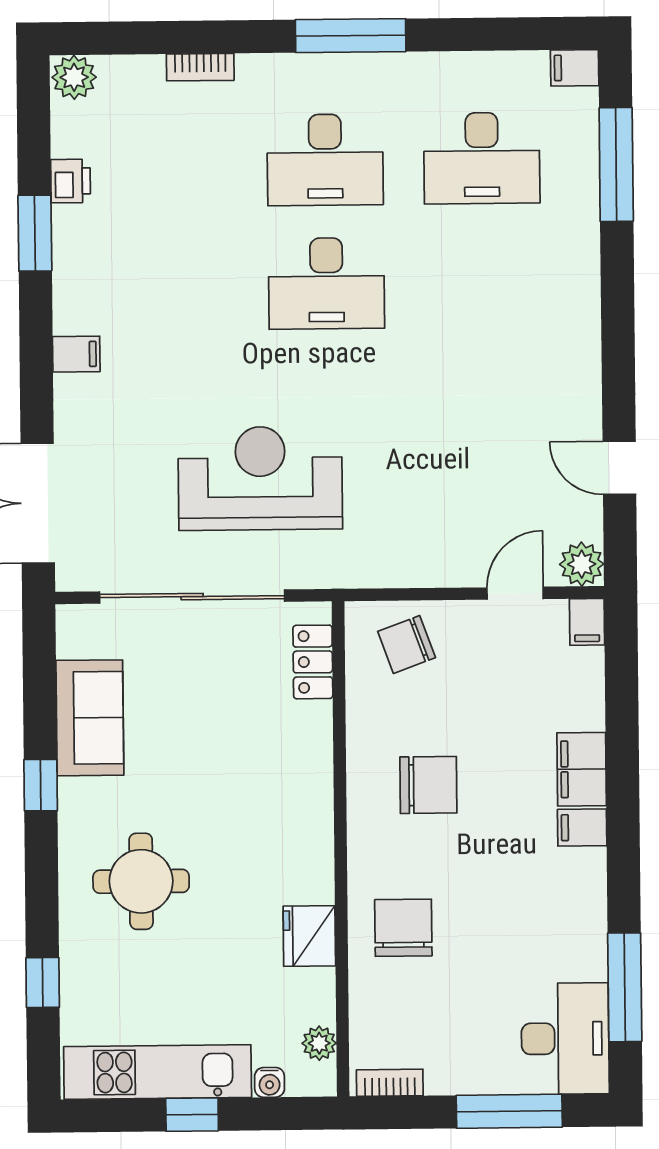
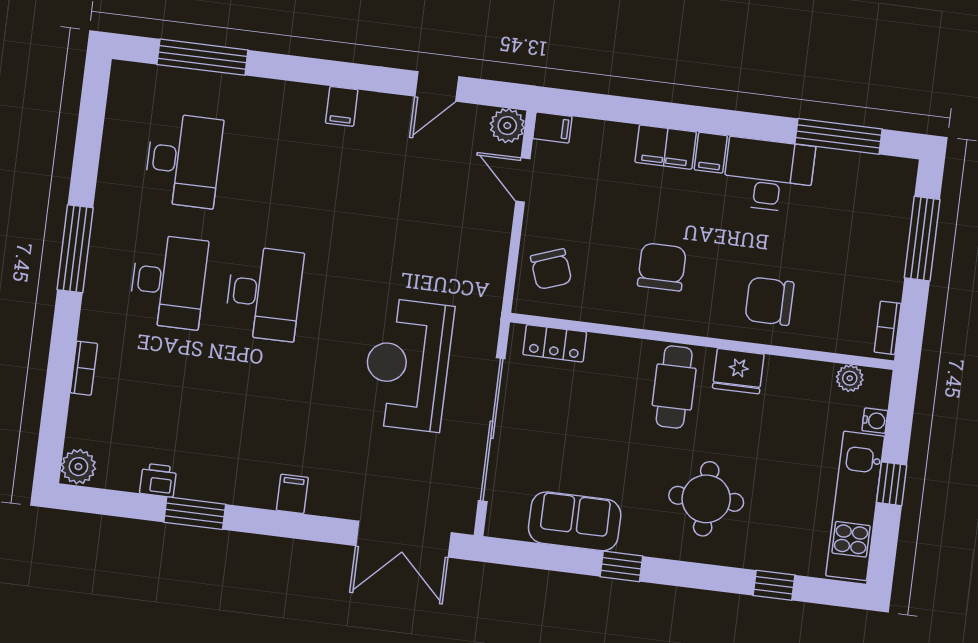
filing cabinet: (575, 68) -> (342, 106), moved
cafe table: (278, 821) -> (674, 387), added
fridge: (309, 936) -> (738, 371), moved
desk: (565, 1039) -> (769, 175), moved

